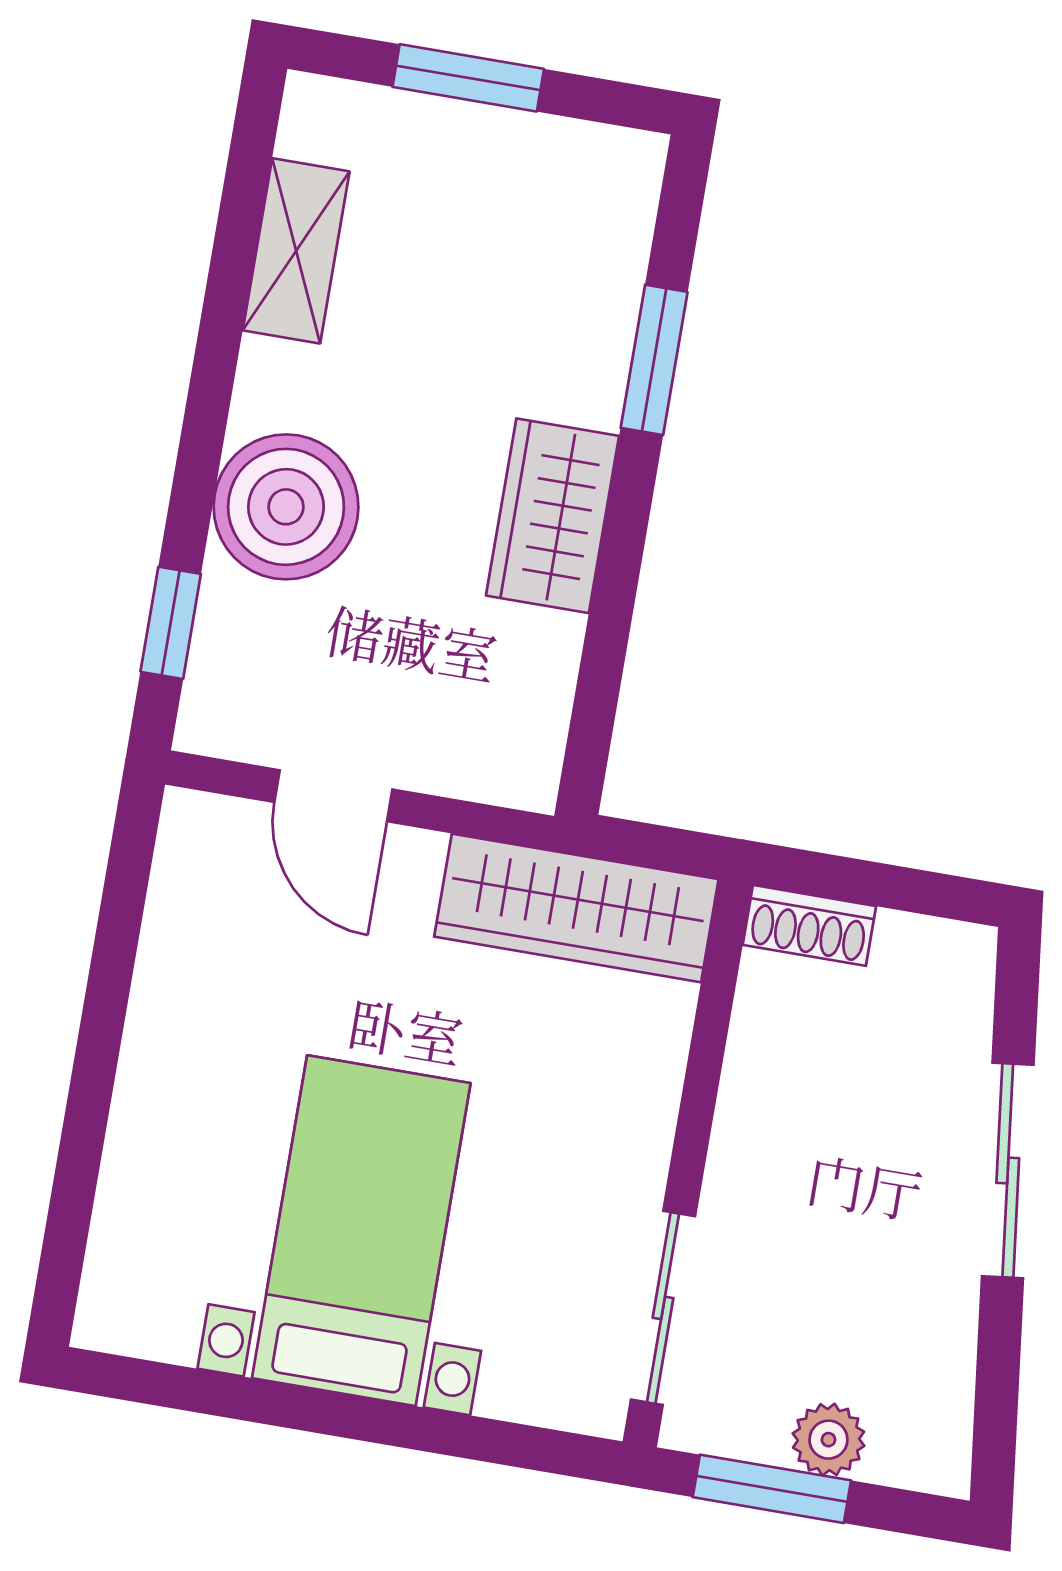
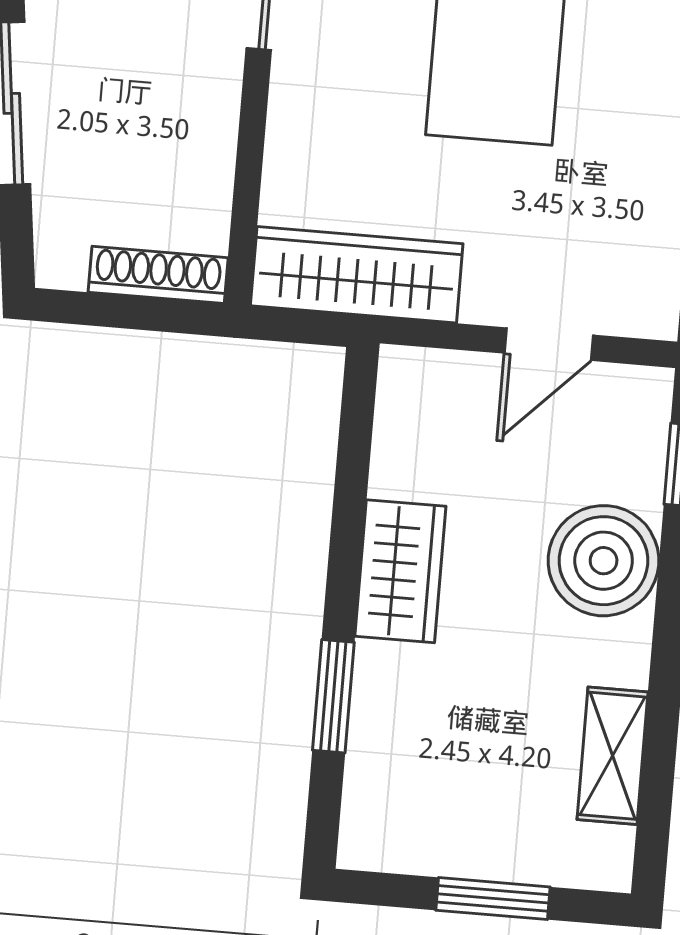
door: (333, 796) -> (549, 344), swing flipped
shoe rack: (809, 925) -> (158, 275), width x1.43

